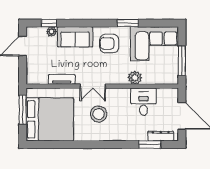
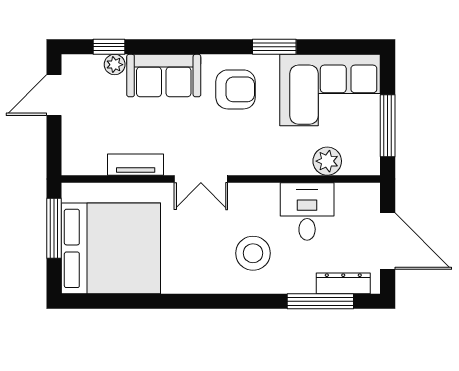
armchair: (109, 43) -> (236, 89), turned 180
plant: (135, 78) -> (327, 161), moved
stool: (99, 114) -> (253, 253), moved
window: (150, 145) -> (320, 301), width x1.44

